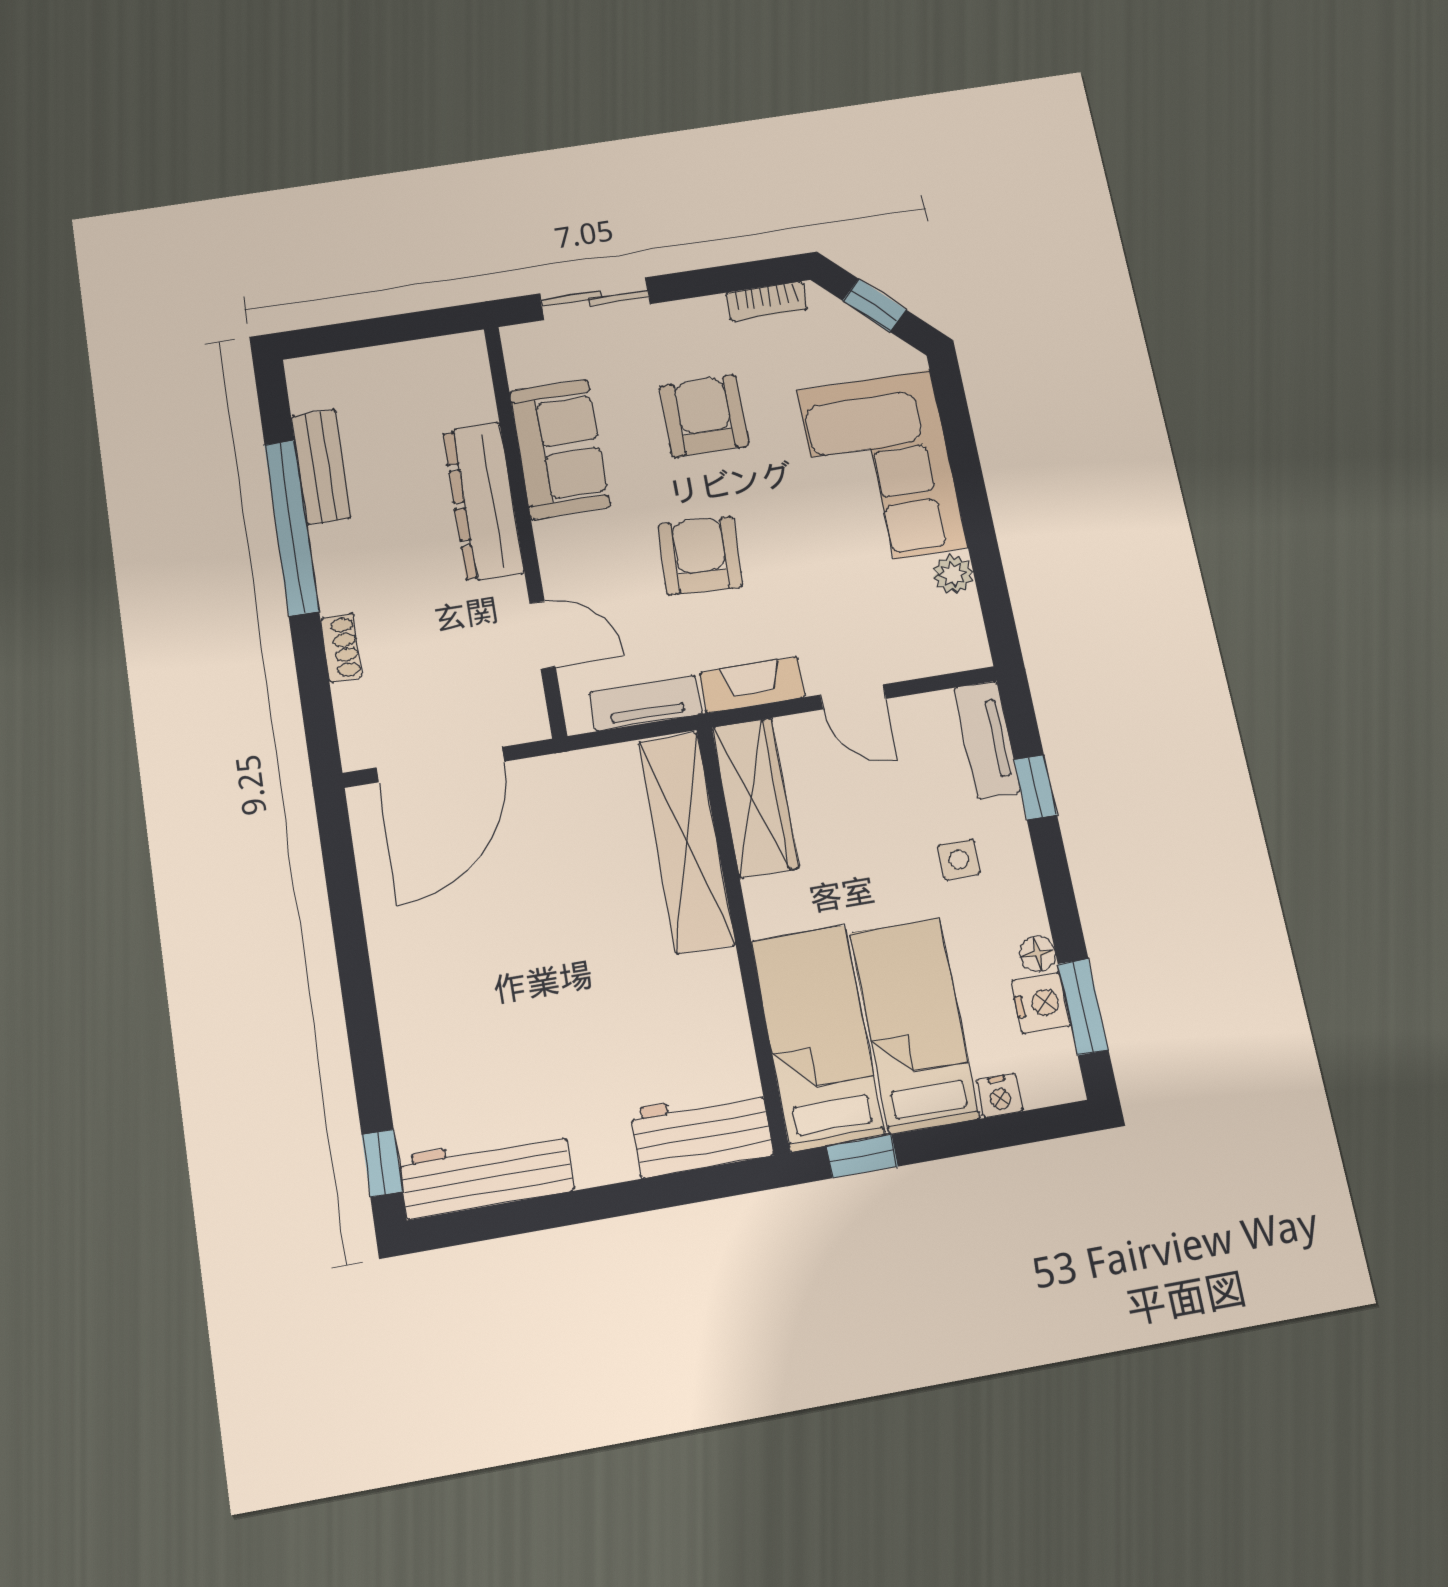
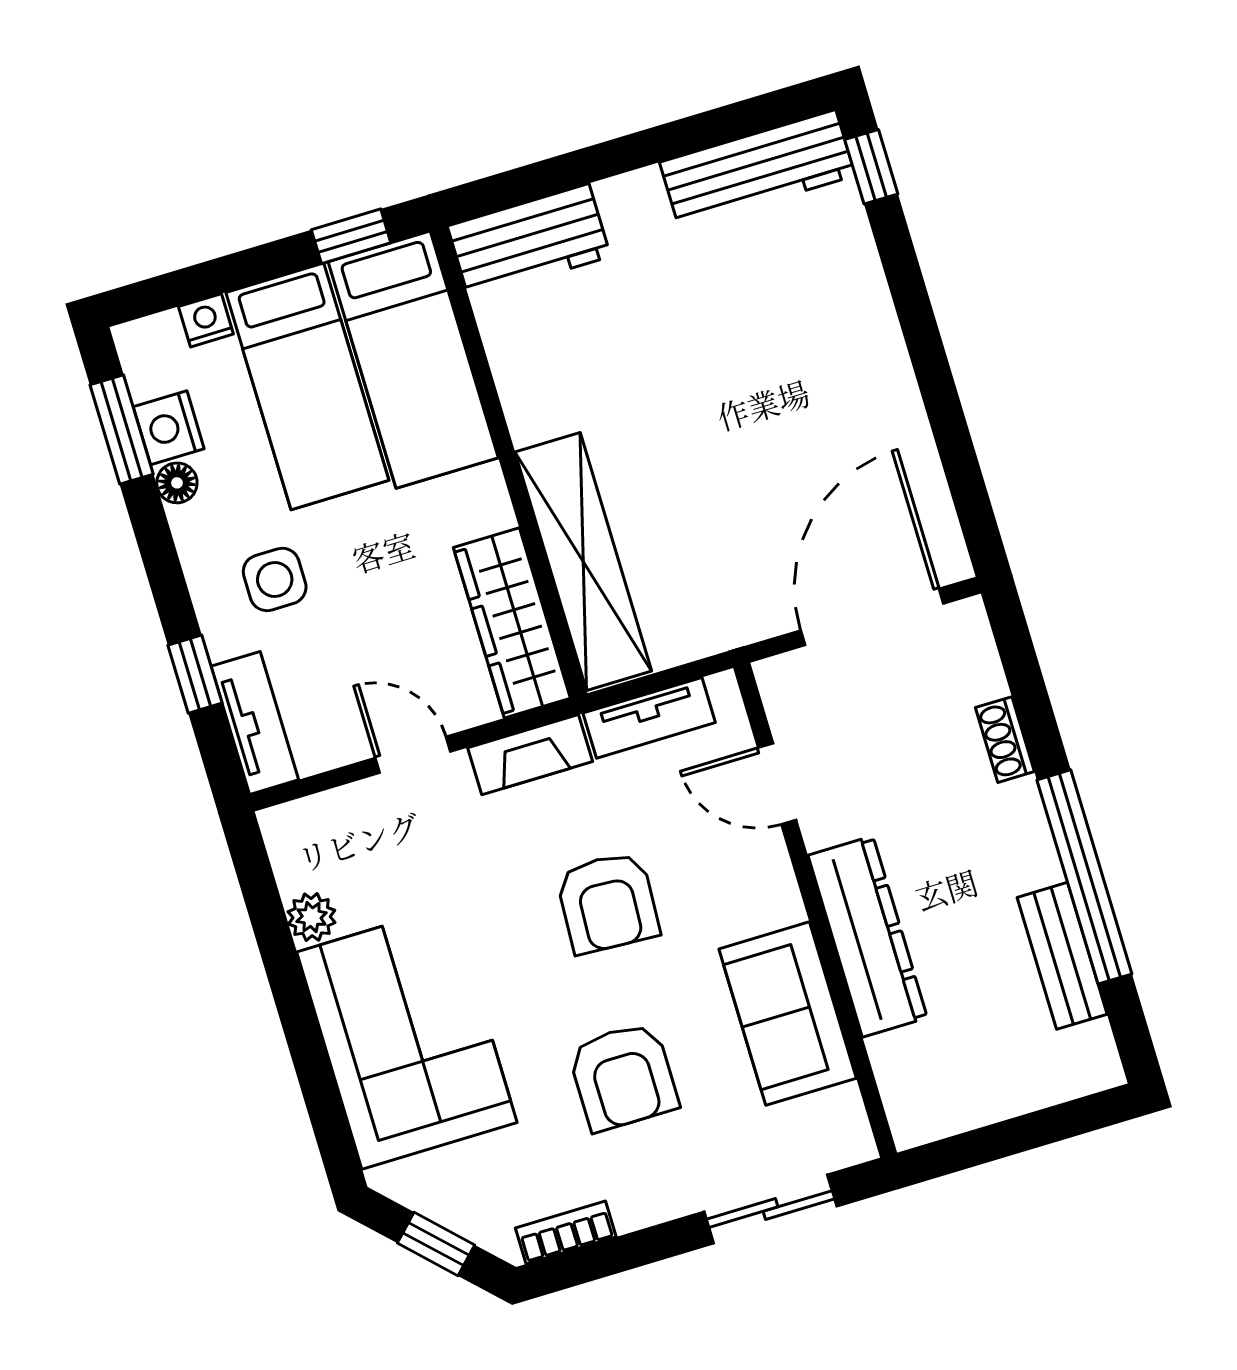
side table: (959, 860) -> (275, 579), width x1.37, depth x1.37

